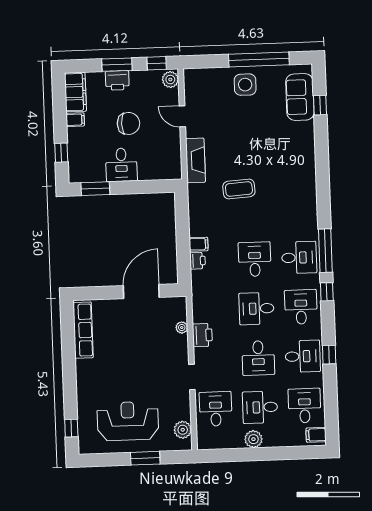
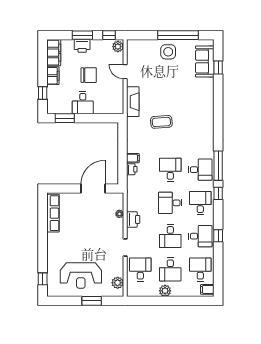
filing cabinet: (75, 120) -> (53, 76), width x2.00
desk: (260, 407) -> (170, 269), turned -90
reception desk: (128, 421) -> (81, 275), turned 180

